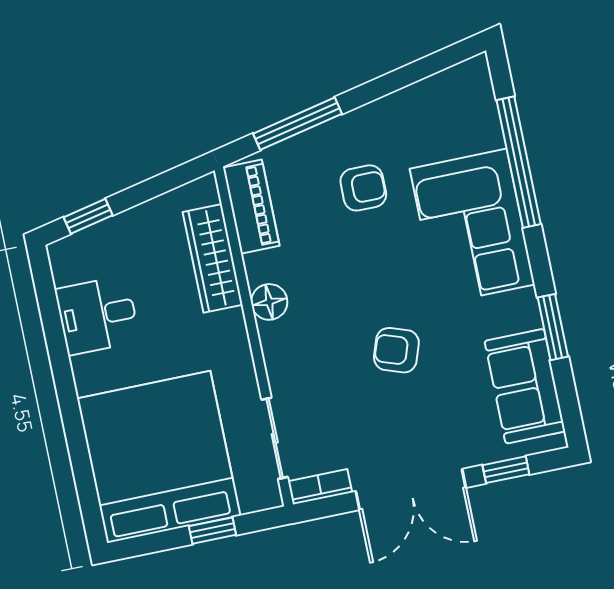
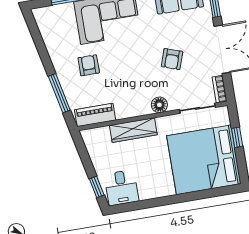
wardrobe: (213, 258) -> (133, 130), moved
floor lamp: (269, 302) -> (159, 105), moved
desk: (97, 315) -> (121, 188), moved
armchair: (396, 350) -> (172, 59), moved

